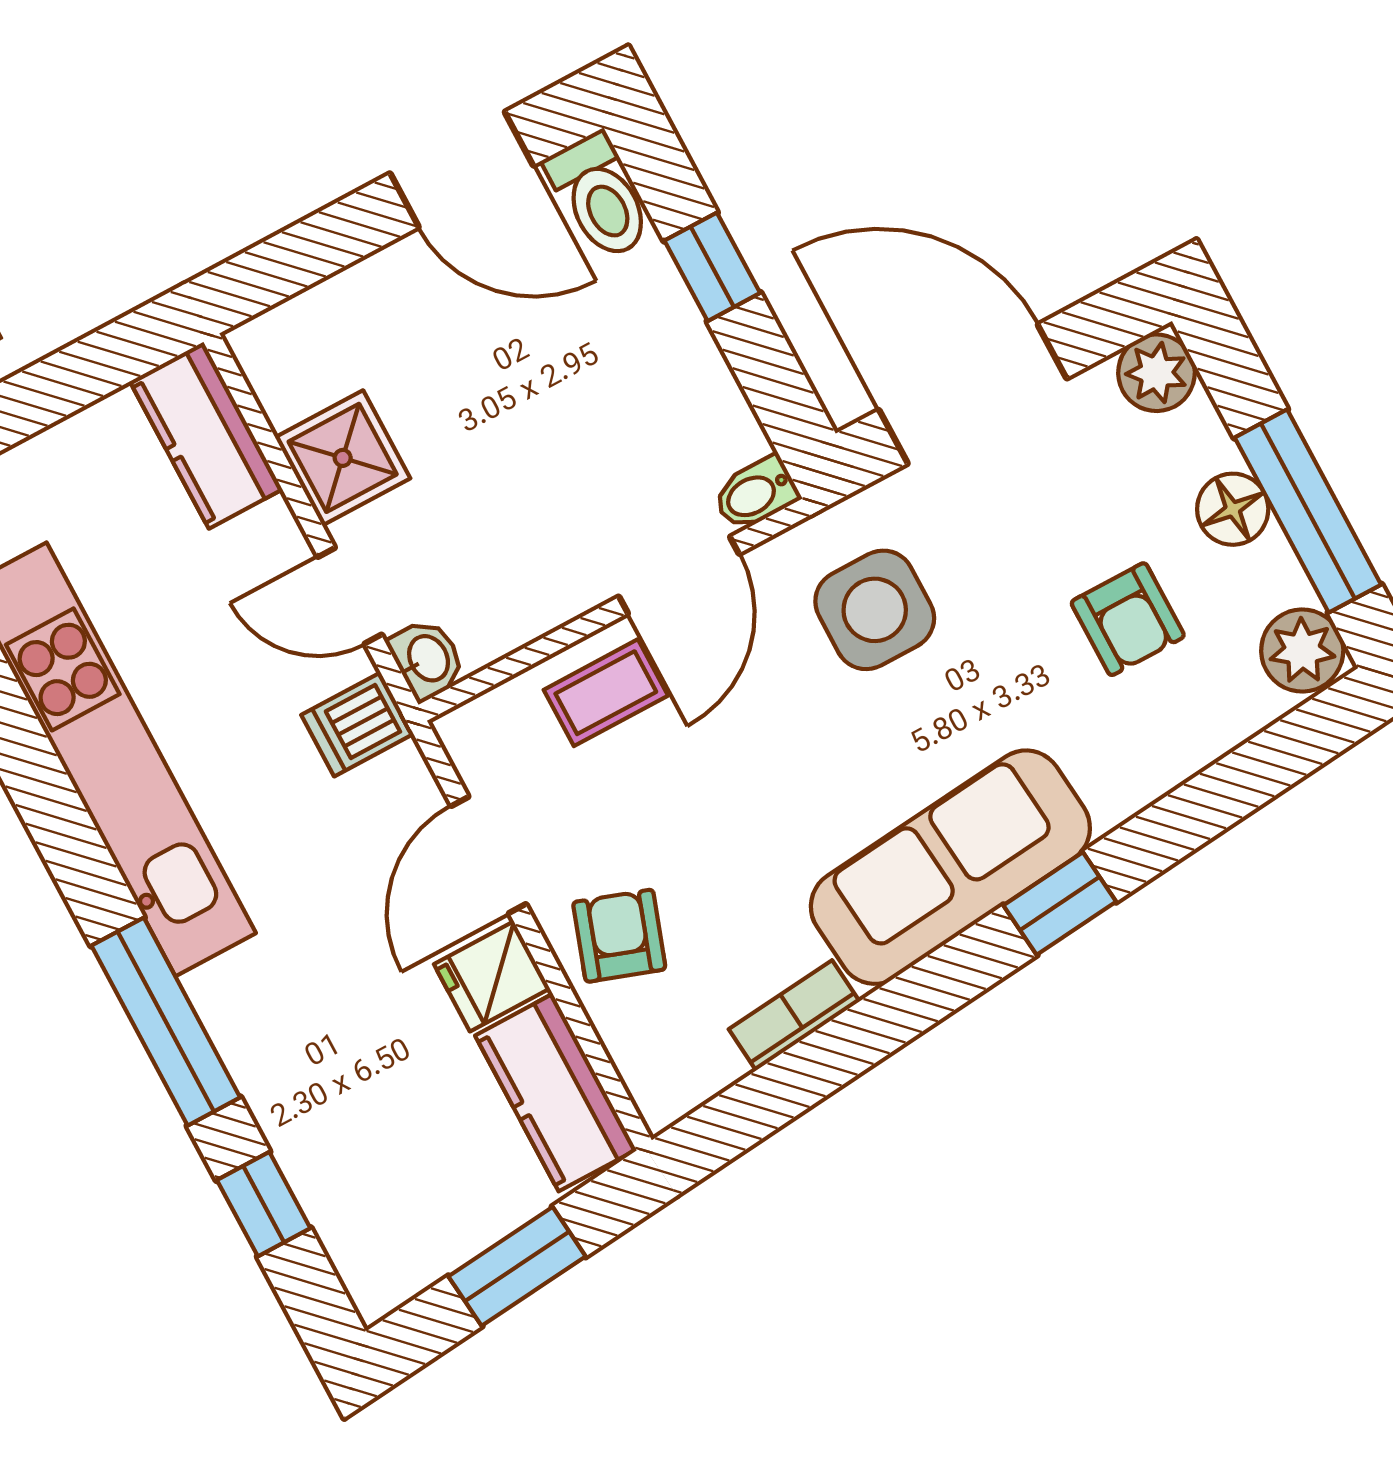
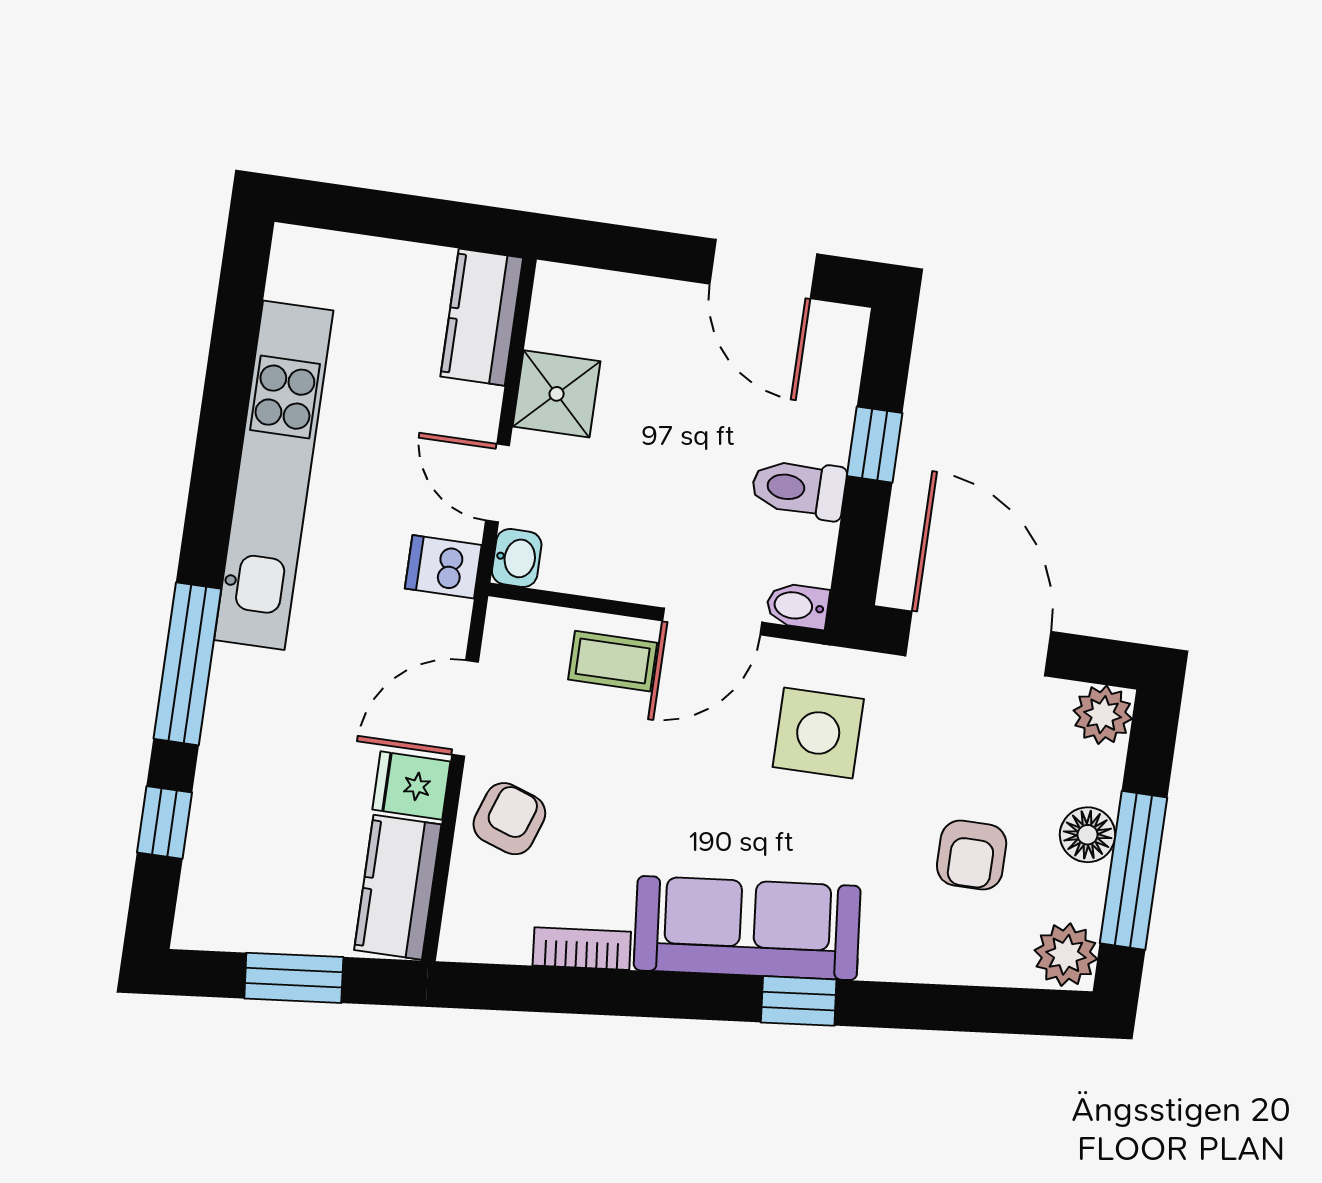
toilet: (600, 196) -> (799, 489), moved, turned 90

